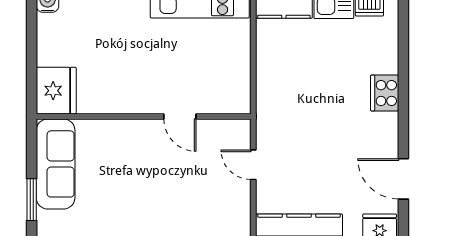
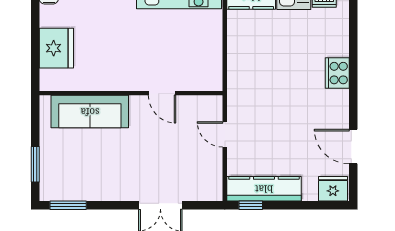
fridge: (56, 91) -> (56, 48), moved
sofa: (56, 164) -> (90, 112), moved, turned 90

